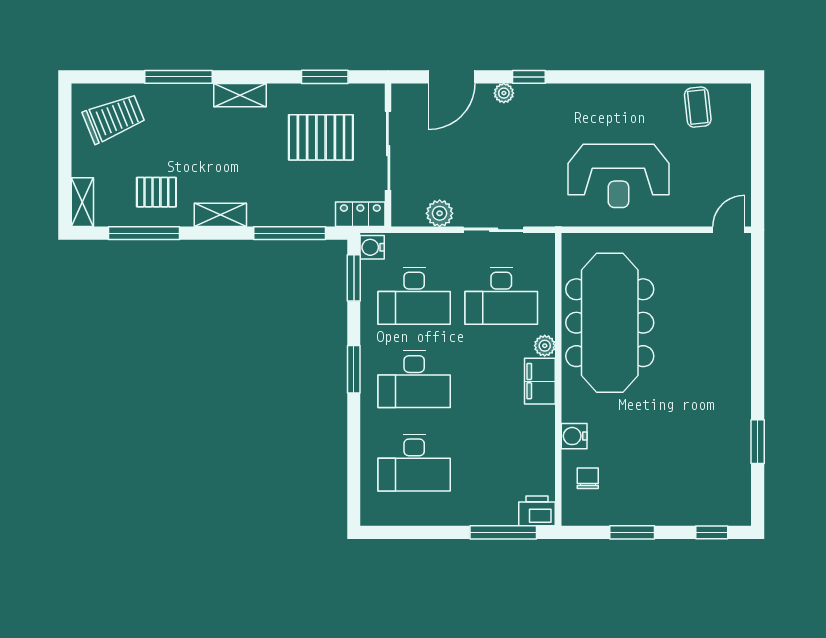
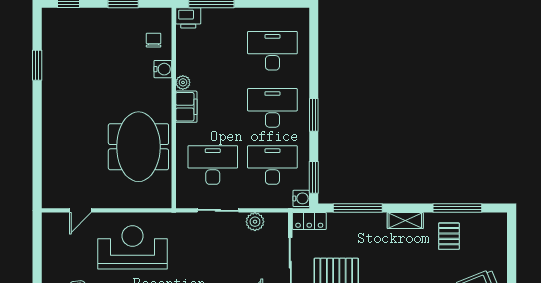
pallet: (156, 192) -> (449, 236), turned 90
shelving: (82, 202) -> (500, 229), removed
door: (729, 230) -> (80, 210), moved
meeting table: (610, 323) -> (138, 147), width x0.73
plant: (545, 346) -> (183, 82), moved
chair: (588, 478) -> (154, 40), turned 180

